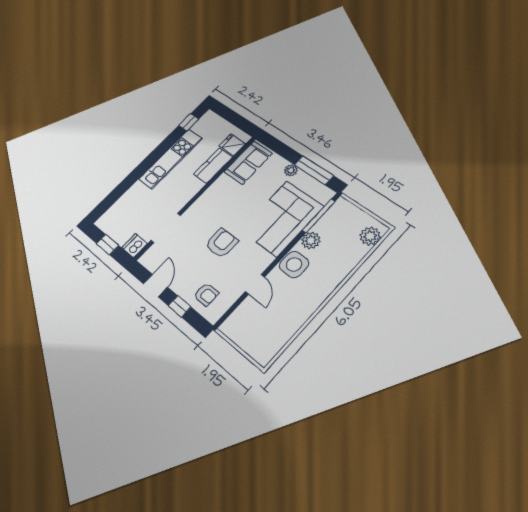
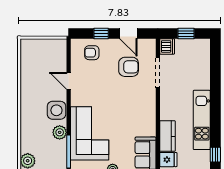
armchair: (221, 243) -> (129, 67), moved, turned -90

